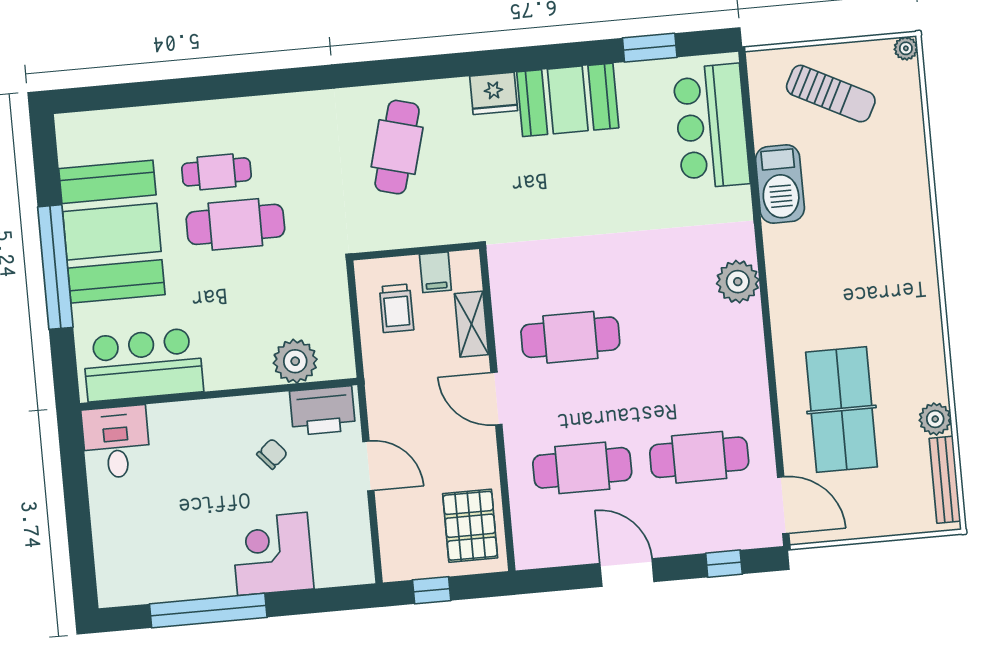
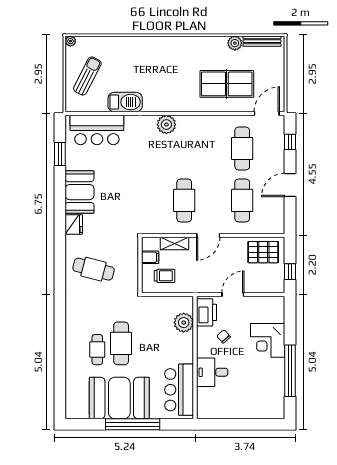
desk: (116, 442) -> (212, 372), moved

